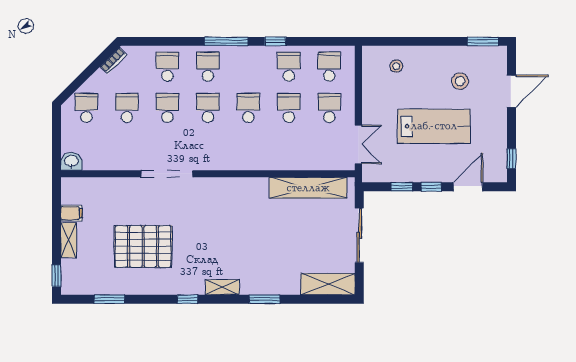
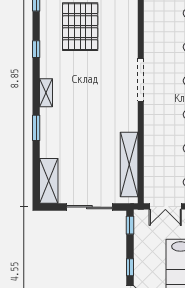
doorway: (167, 174) -> (141, 80), moved
window: (402, 187) -> (130, 225), moved
window: (187, 299) -> (36, 49), moved

